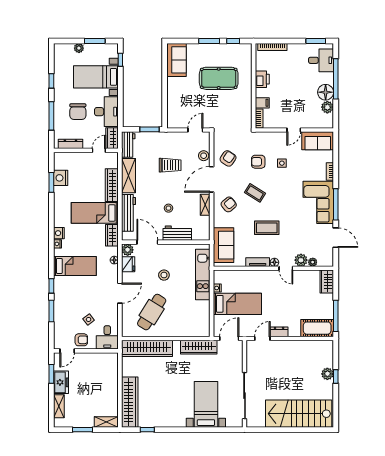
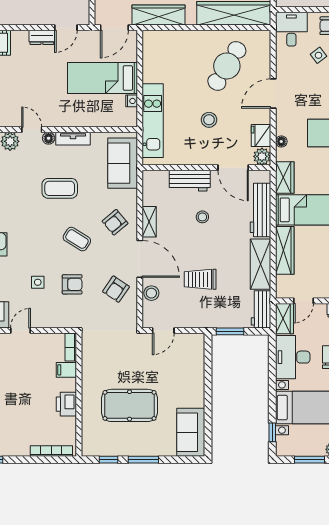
door: (212, 179) -> (140, 259), hinge flipped

